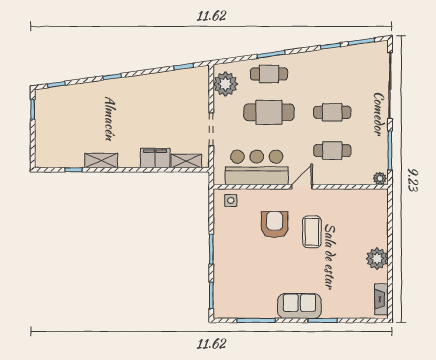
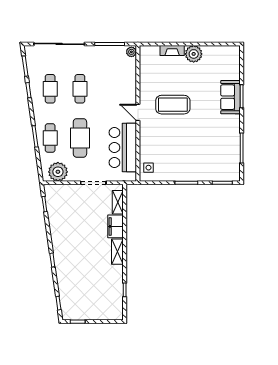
cafe table: (332, 151) -> (50, 89), moved
shelving: (101, 161) -> (117, 252), moved
armchair: (275, 225) -> (167, 134), removed
coffee table: (312, 232) -> (173, 105), width x1.36, depth x1.32
fireplace: (381, 299) -> (172, 51), moved
sofa: (299, 306) -> (231, 97), moved

